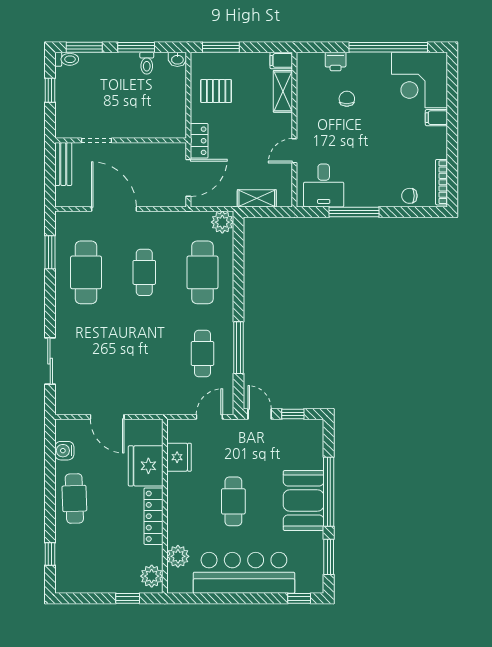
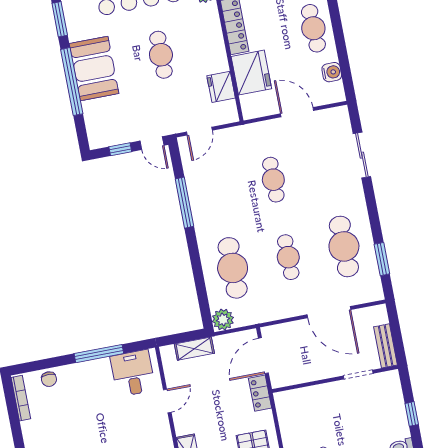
chair: (409, 196) -> (49, 379), turned 90
cafe table: (202, 354) -> (273, 180), moved

